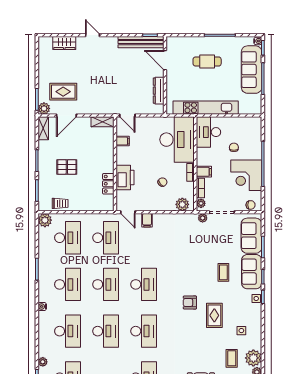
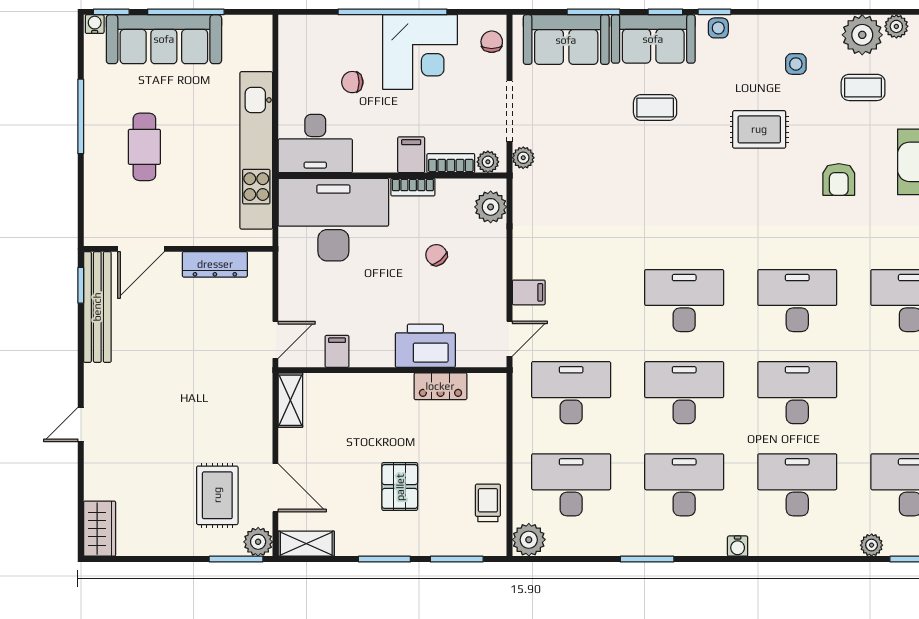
wardrobe: (64, 43) -> (100, 529), moved
armchair: (190, 303) -> (839, 180), moved

